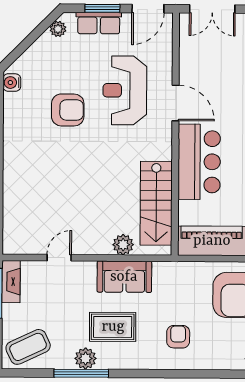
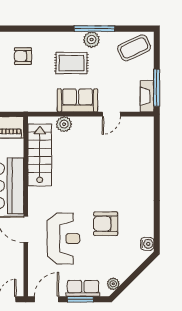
sofa: (124, 277) -> (77, 100), moved
armchair: (178, 337) -> (23, 56), turned 90

